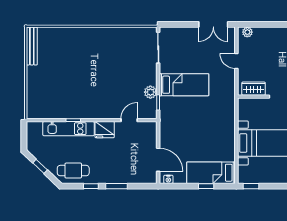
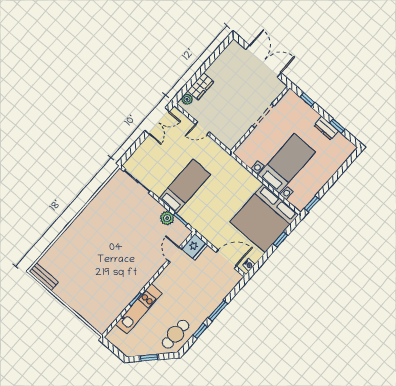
bench: (32, 46) -> (44, 277), width x0.73
wardrobe: (254, 89) -> (201, 86), moved, turned 180
fridge: (105, 130) -> (195, 247), moved
bed: (211, 173) -> (264, 218), width x2.04

